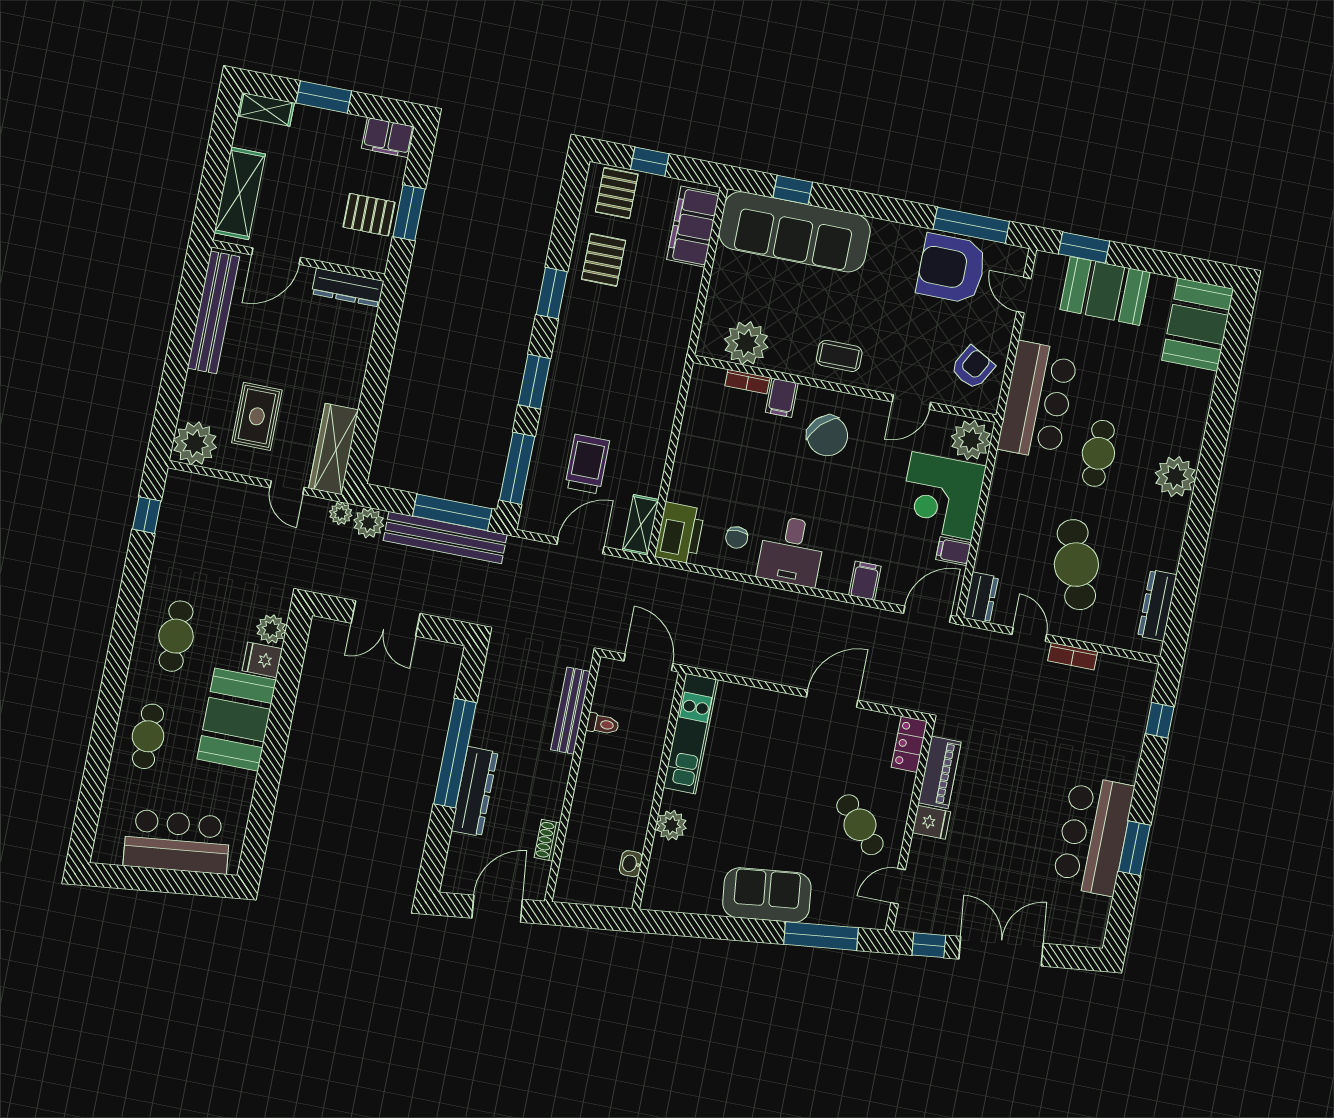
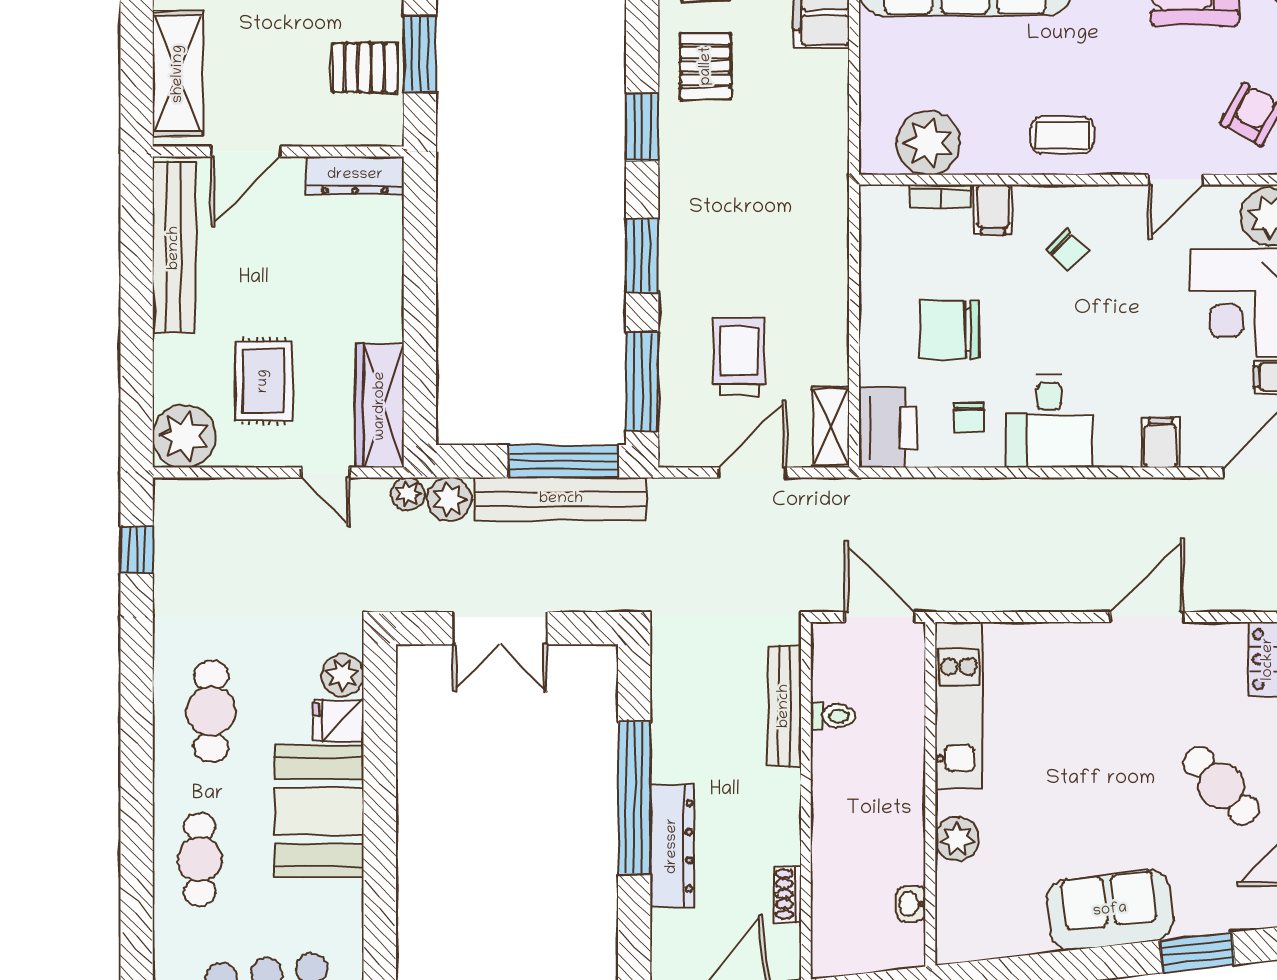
chair: (827, 436) -> (1068, 250), width x0.54, depth x0.54
chair: (736, 474) -> (950, 330), added
window: (821, 936) -> (1197, 952), width x0.69

